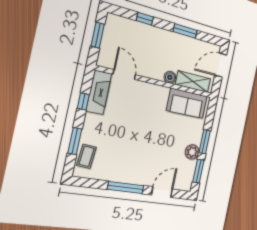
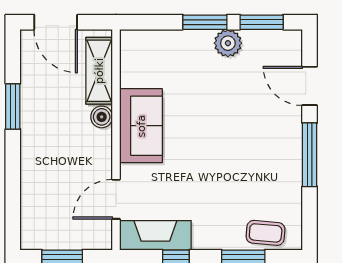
window: (145, 19) -> (13, 184), removed
sofa: (187, 103) -> (141, 126), moved

